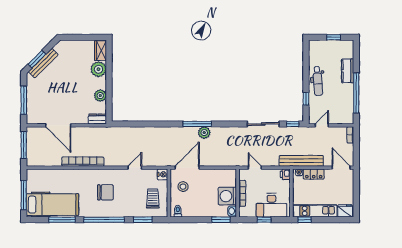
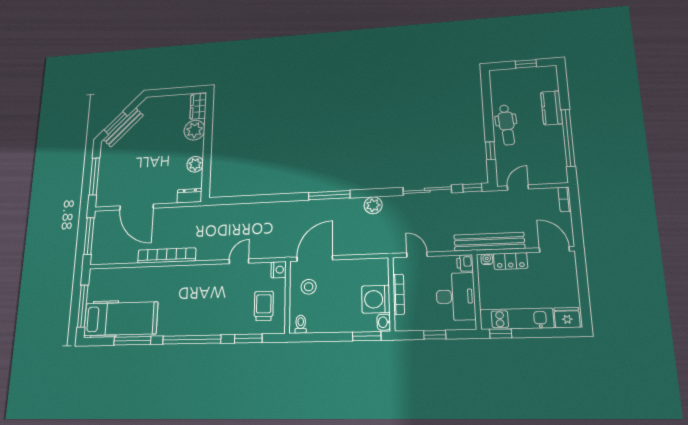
plant: (204, 133) -> (373, 205), moved
chair: (105, 192) -> (196, 299), removed
desk: (271, 205) -> (456, 296), moved, turned -90

